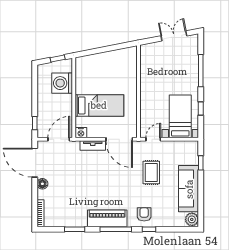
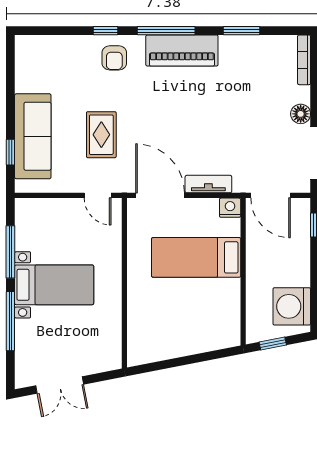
washing machine: (62, 83) -> (292, 306), moved, turned 180
window: (201, 108) -> (10, 252), width x2.17
bed with nightstands: (180, 116) -> (54, 285), moved, turned -90
door: (59, 139) -> (271, 195), hinge flipped
door: (153, 139) -> (98, 195), hinge flipped
sofa: (189, 189) -> (33, 136), moved
plant: (192, 219) -> (27, 49), removed

